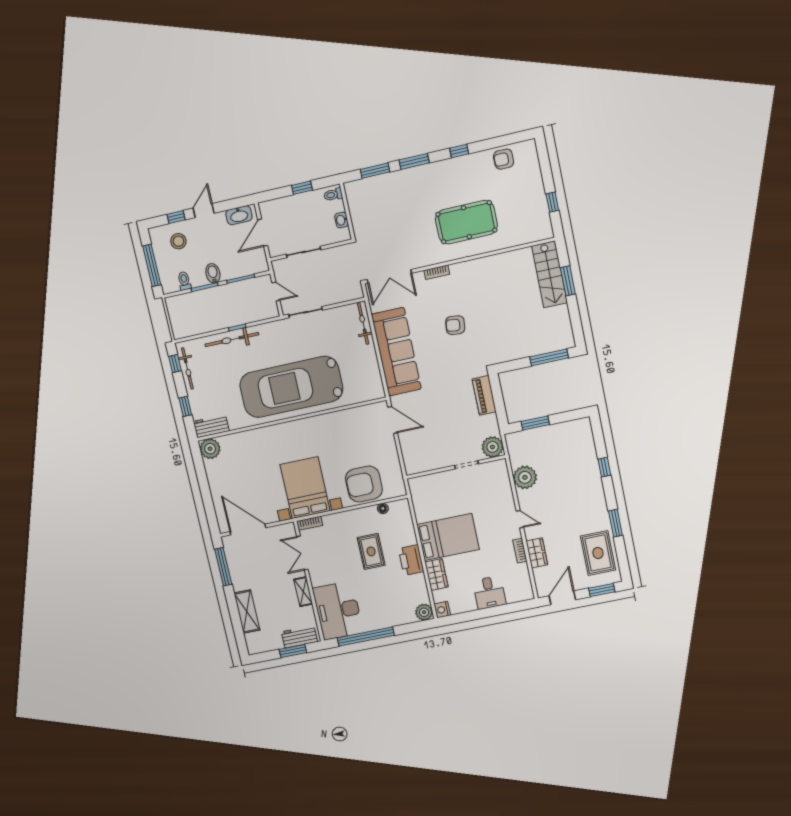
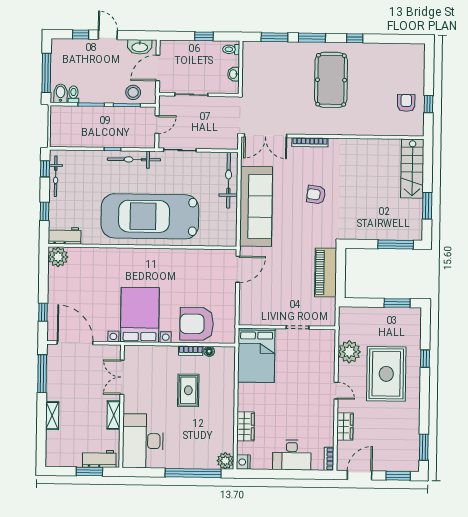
armchair: (504, 159) -> (406, 103), moved, turned 90
door: (204, 211) -> (108, 35), hinge flipped
pool table: (466, 222) -> (331, 80), moved, turned 90
stool: (178, 241) -> (133, 92), moved
bookcase: (437, 272) -> (310, 142), width x1.56
bidet: (213, 273) -> (61, 93), moved
window: (568, 281) -> (427, 206), moved
door: (276, 292) -> (157, 125), hinge flipped
bicycle: (363, 323) -> (229, 180), width x1.37, depth x1.40
bicycle: (232, 340) -> (134, 159), moved
piano: (484, 395) -> (326, 272), width x1.37, depth x1.33
door: (393, 420) -> (238, 269), hinge flipped
window: (535, 423) -> (397, 303), moved
plant: (493, 447) -> (325, 316), removed
window: (209, 507) -> (43, 312), added
bookcase: (310, 523) -> (191, 351), moved
window: (615, 523) -> (424, 447), moved
bed: (448, 537) -> (256, 355), moved, turned 90
bookcase: (520, 551) -> (329, 459), moved
rug: (598, 553) -> (386, 374), moved, width x1.37, depth x1.44
printer: (411, 560) -> (225, 407), removed
desk: (489, 593) -> (292, 455), width x1.37
shelving: (247, 612) -> (52, 416), width x0.67, depth x0.75
window: (366, 637) -> (193, 473), moved

